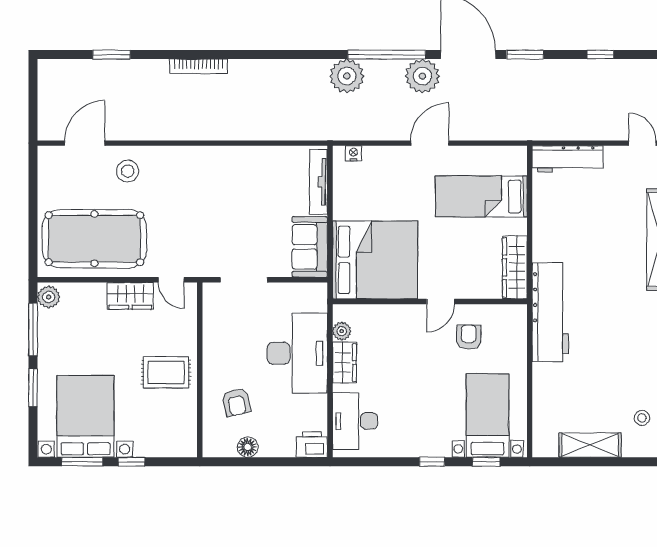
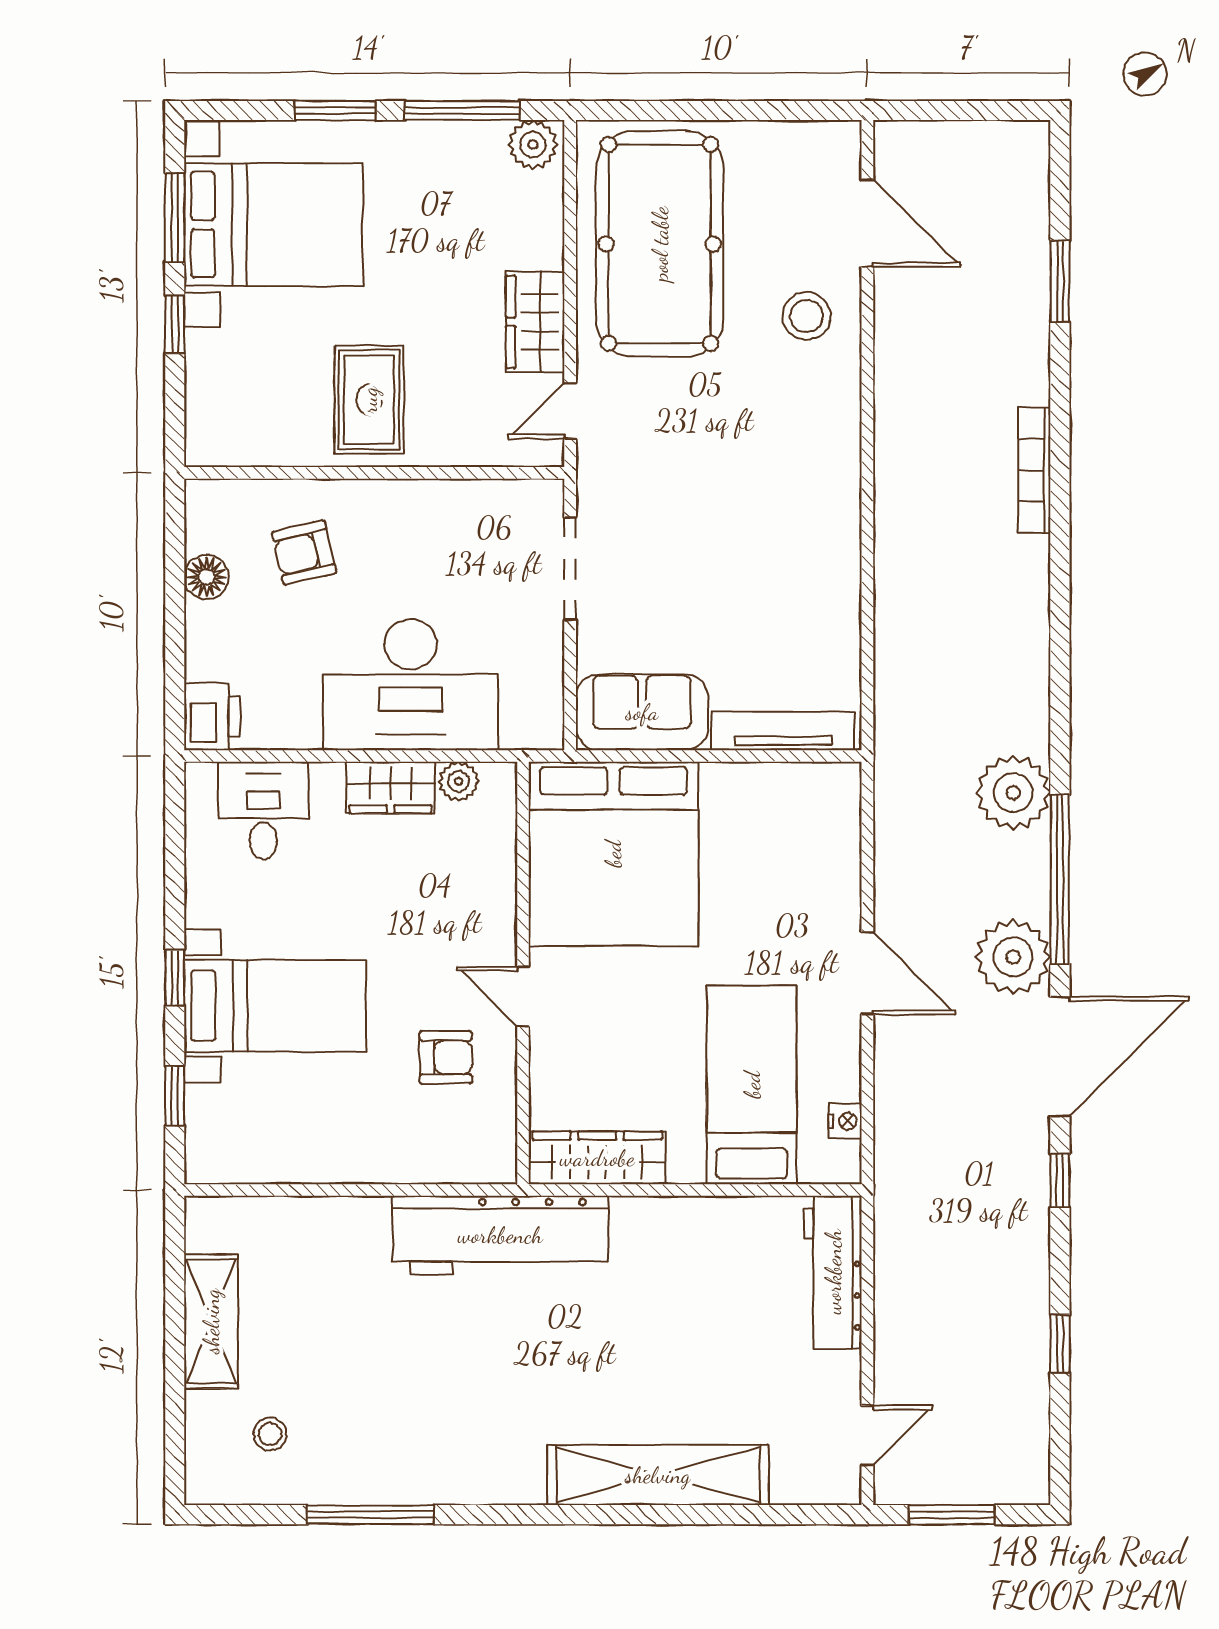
window: (525, 55) -> (1060, 1180), width x0.67
nightstand: (354, 153) -> (845, 1121), moved
bed with nightstands: (488, 416) -> (275, 1006), moved
desk: (355, 421) -> (263, 810), width x0.73

